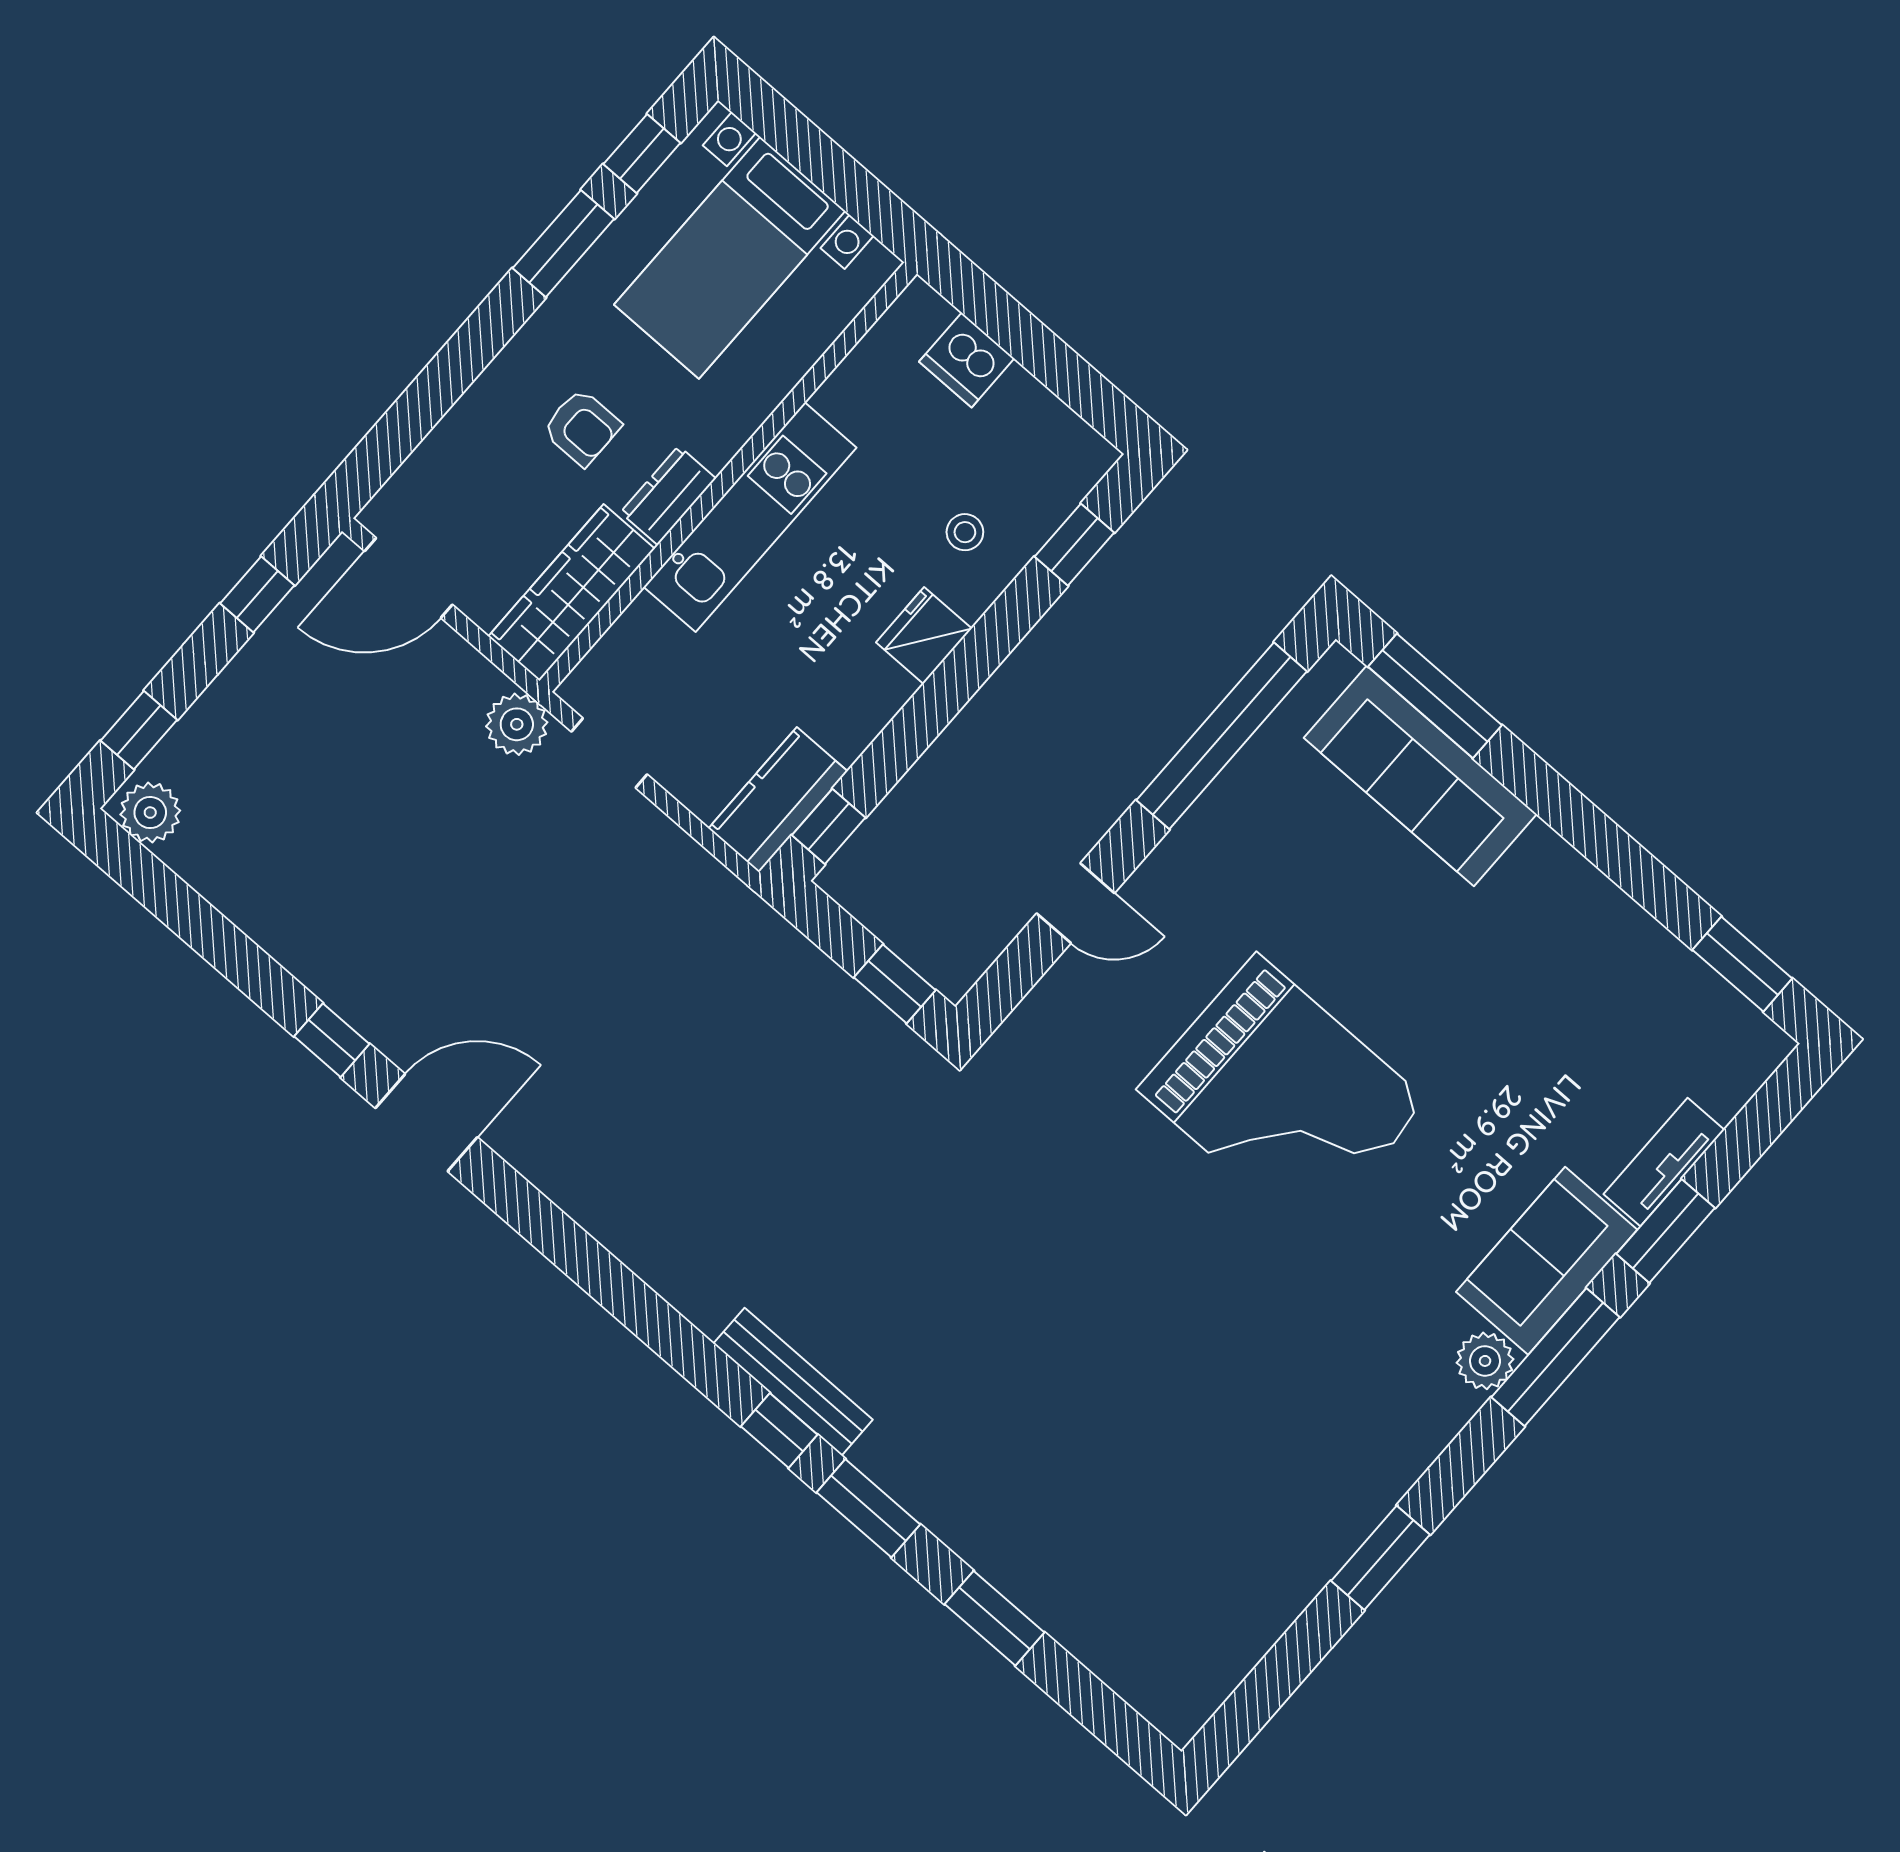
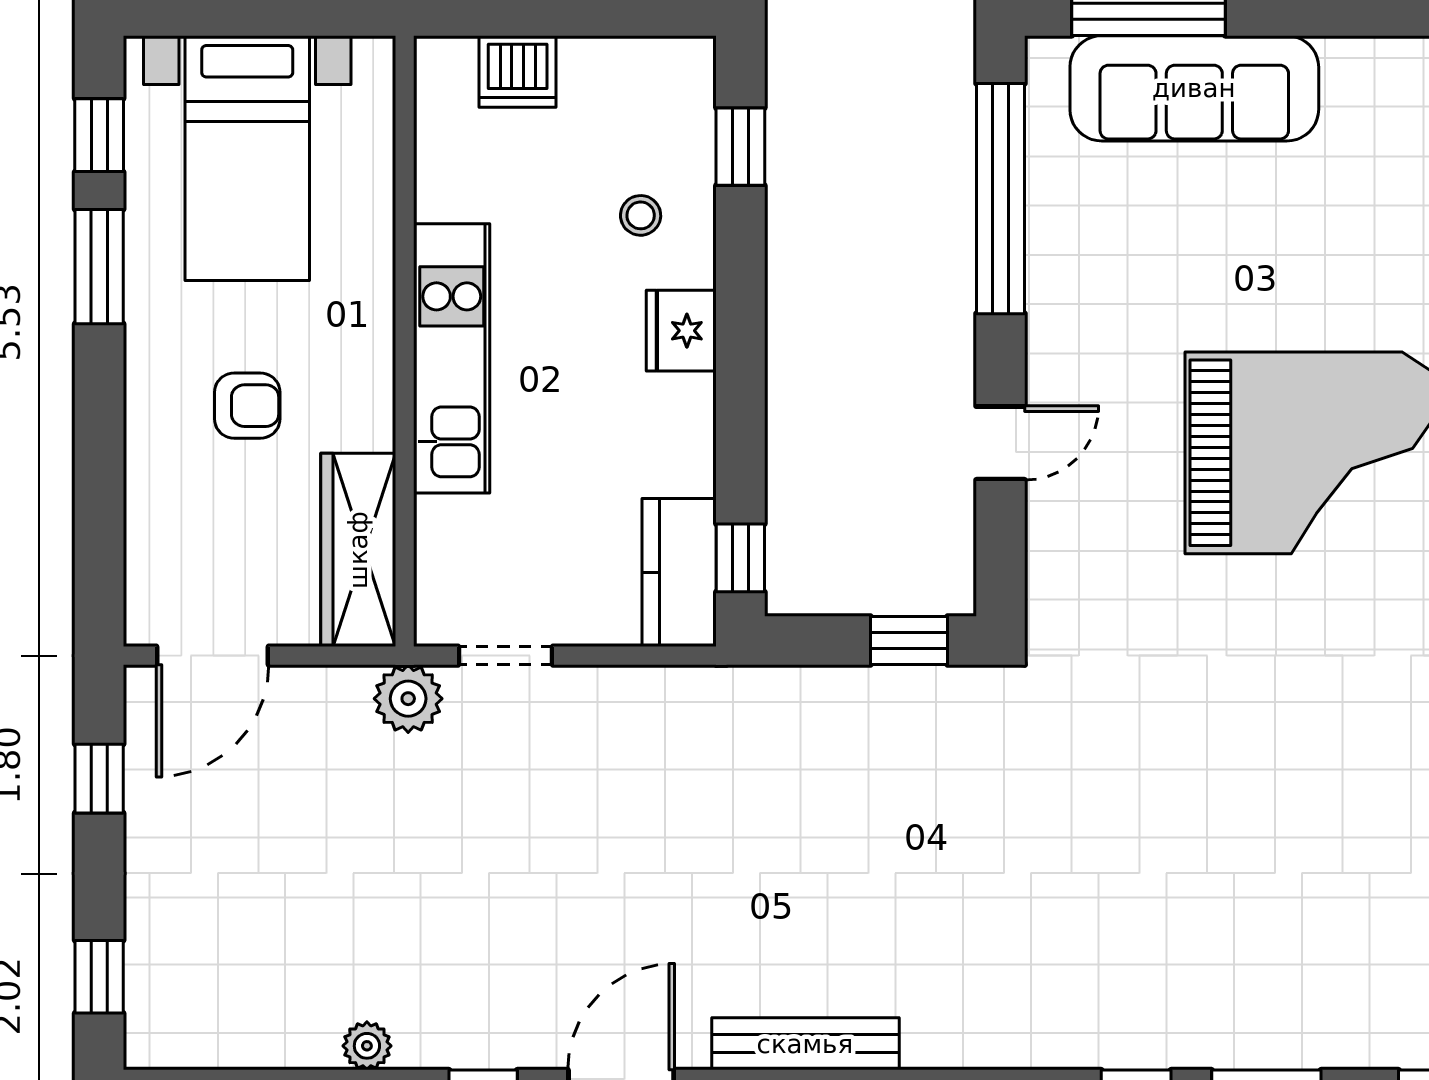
dresser: (668, 495) -> (368, 399), removed
plant: (150, 813) -> (367, 1046), moved, width x0.73, depth x0.73
bench: (793, 1382) -> (805, 1044), moved

